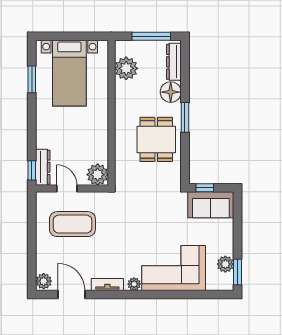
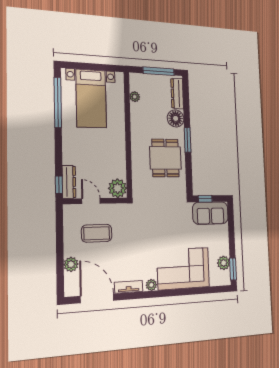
plant: (126, 68) -> (135, 97), width x0.53, depth x0.53
window: (32, 79) -> (58, 102), width x2.11
coffee table: (72, 224) -> (97, 233), width x0.73, depth x0.76
plant: (44, 281) -> (71, 264), moved
door: (71, 294) -> (97, 298), width x1.36

